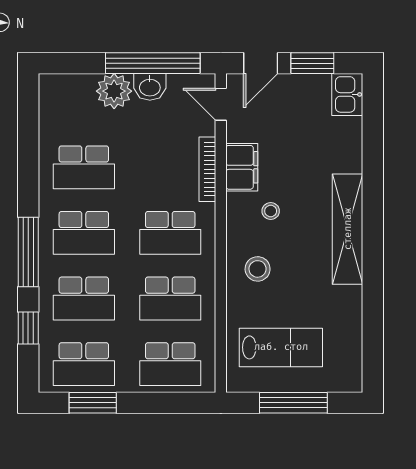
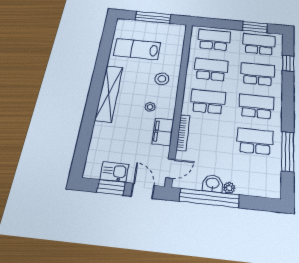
door: (261, 63) -> (143, 191), hinge flipped
plant: (114, 91) -> (229, 188), width x0.53, depth x0.53
kitchen sink: (347, 94) -> (114, 172), moved, turned -90
door: (221, 104) -> (171, 169), hinge flipped
window: (28, 252) -> (288, 151), moved
lab bench: (281, 347) -> (137, 49), moved

